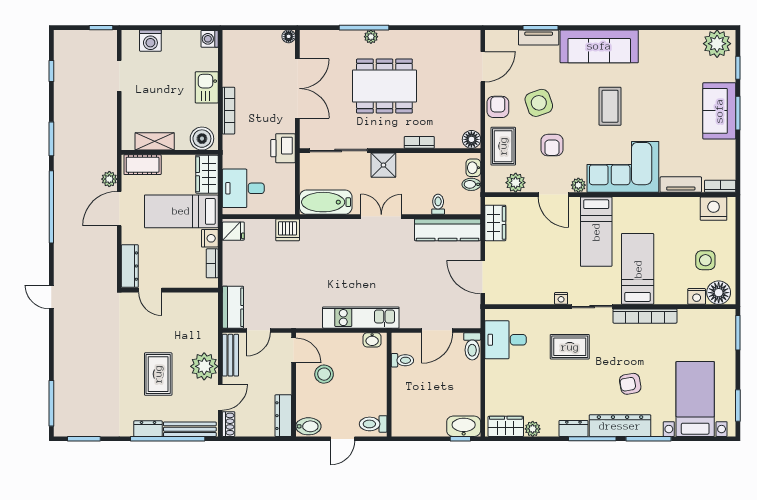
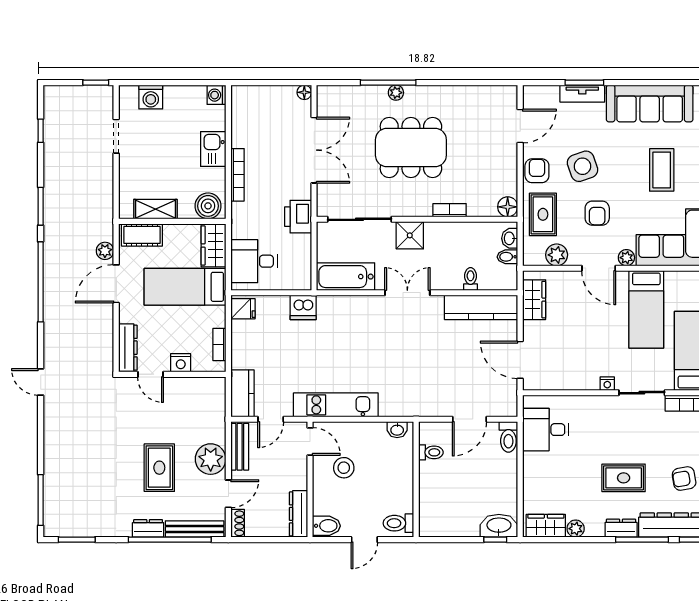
nightstand: (210, 238) -> (181, 363), moved, turned 90
kitchen unit: (361, 318) -> (336, 405), moved
rug: (570, 347) -> (624, 478), moved

